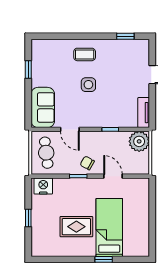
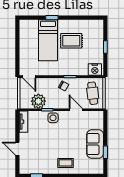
side table: (88, 85) -> (53, 118), moved
sofa: (43, 107) -> (95, 144), moved
plant: (139, 141) -> (38, 101), moved
door: (113, 176) -> (29, 77), moved

